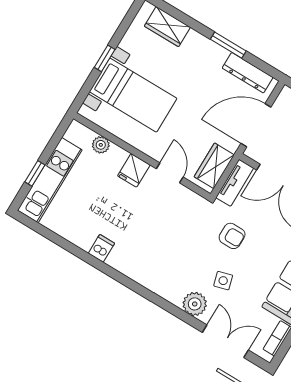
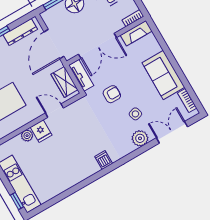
plant: (101, 145) -> (27, 136), moved
window: (35, 173) -> (17, 201), moved
dishwasher: (101, 248) -> (104, 160), moved

